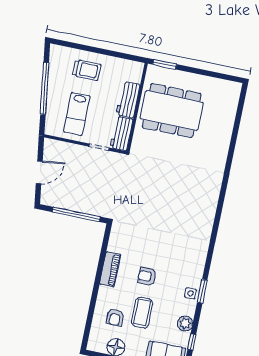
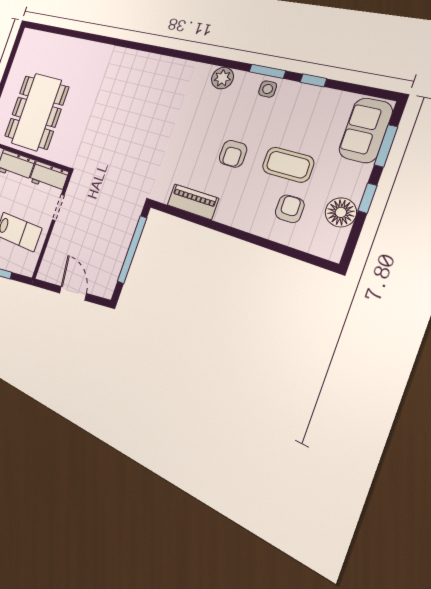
piano: (110, 269) -> (193, 202), moved
armchair: (115, 317) -> (290, 209), turned -90
plant: (185, 324) -> (222, 78), moved
window: (192, 342) -> (313, 80), moved

